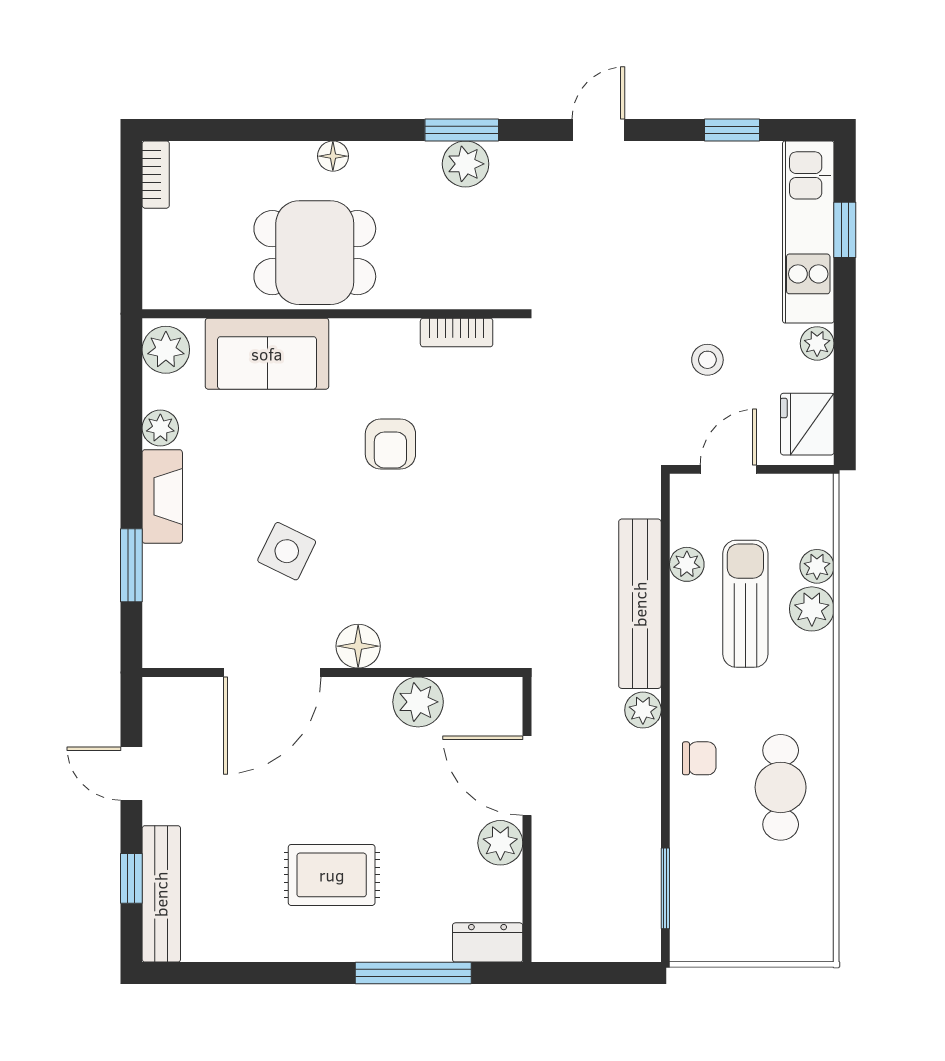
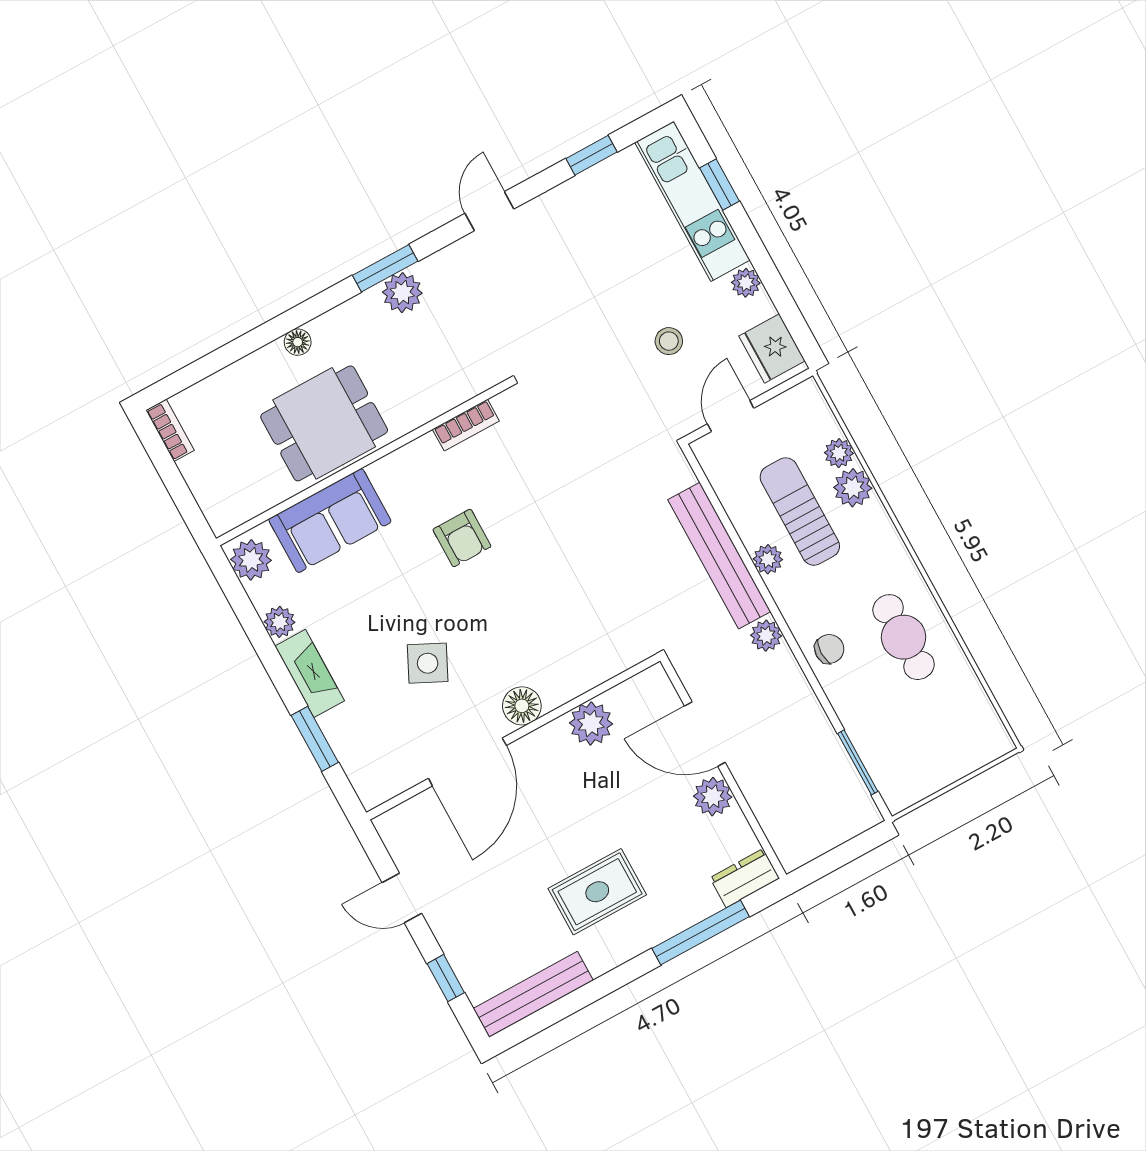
plant: (687, 564) -> (768, 559), moved
bench: (161, 894) -> (533, 994), moved, turned 90

